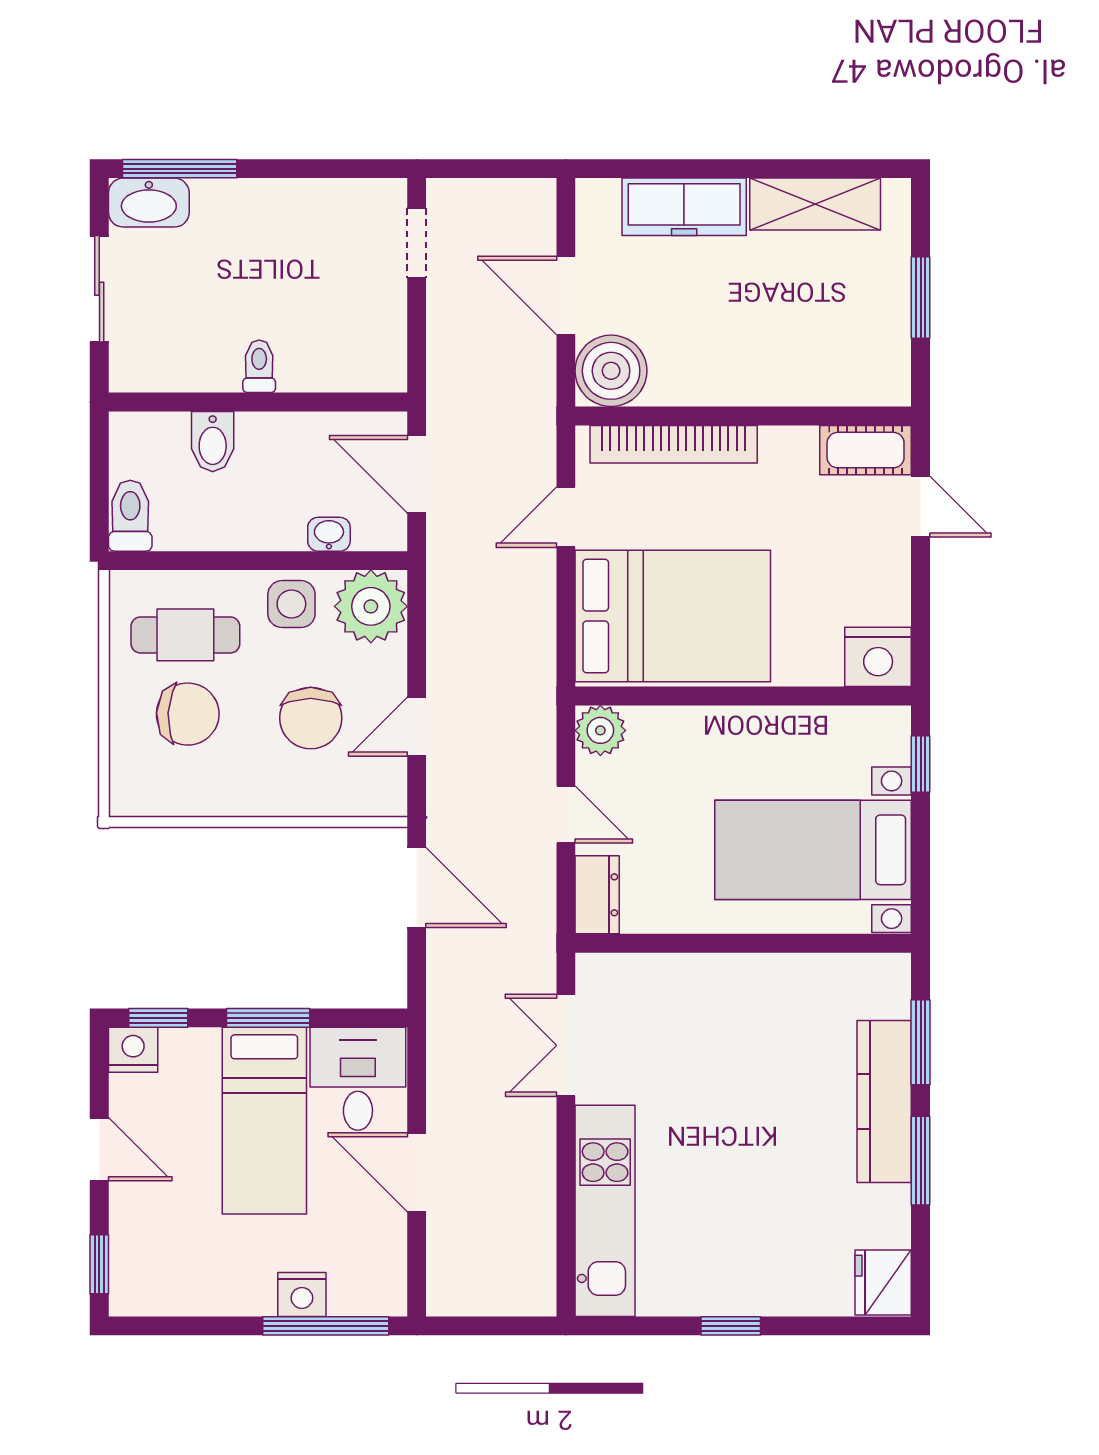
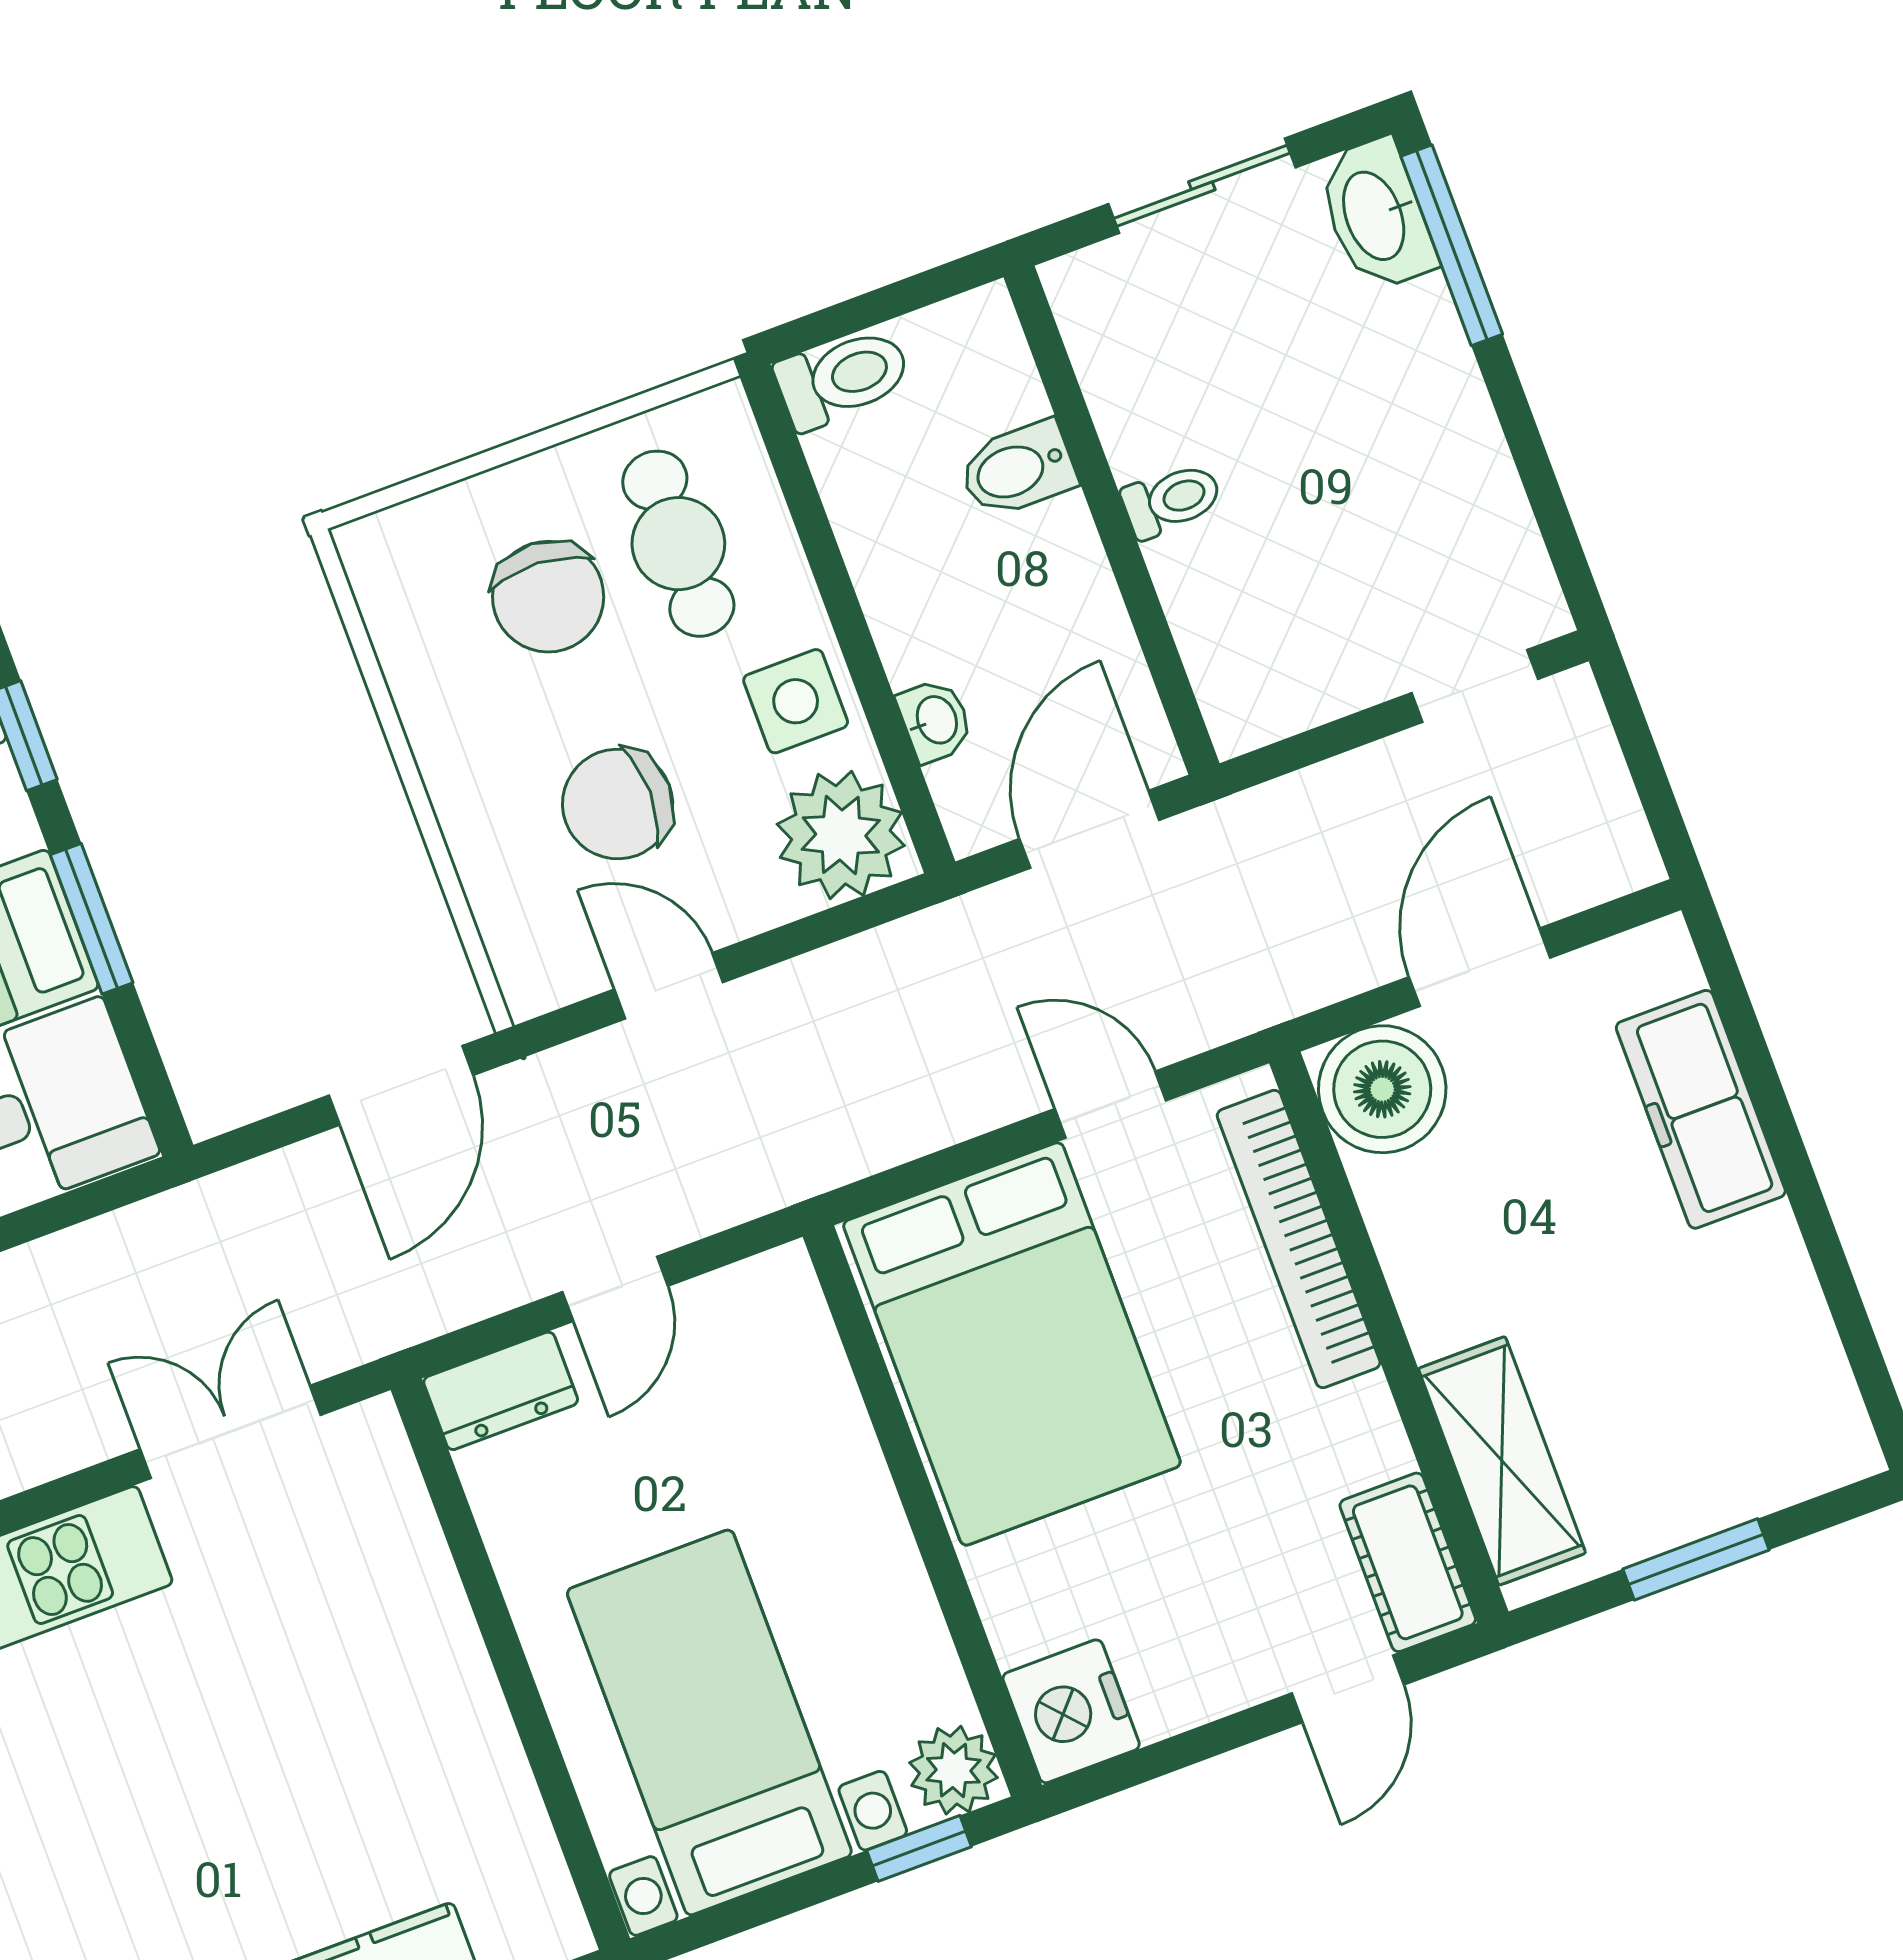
shelving: (815, 204) -> (1502, 1461), moved
plant: (600, 730) -> (953, 1770), moved

